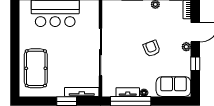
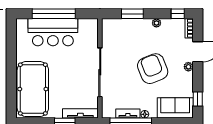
armchair: (152, 49) -> (153, 69), width x1.88, depth x1.88
window: (195, 64) -> (198, 99), moved
pool table: (36, 68) -> (33, 89), width x1.36, depth x1.32

